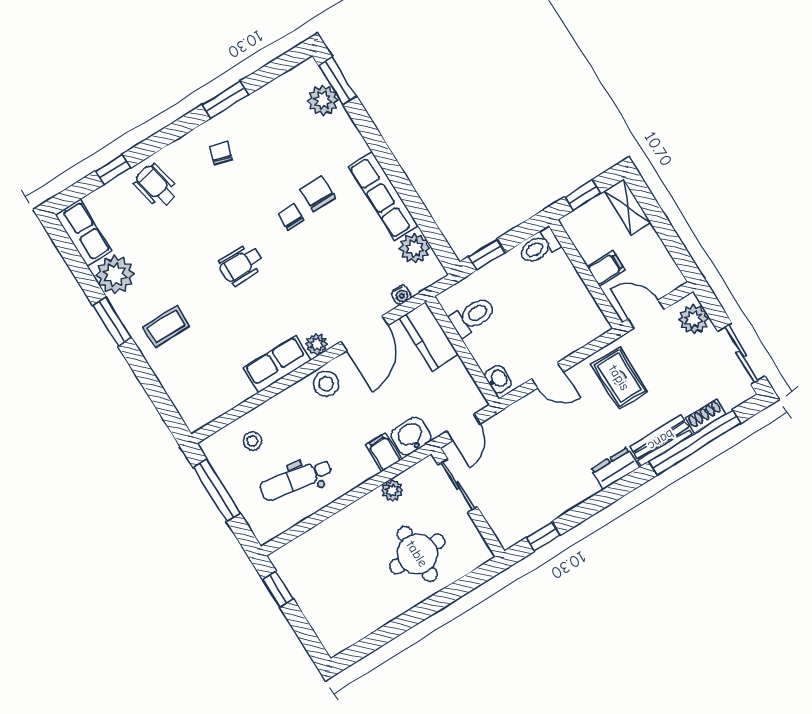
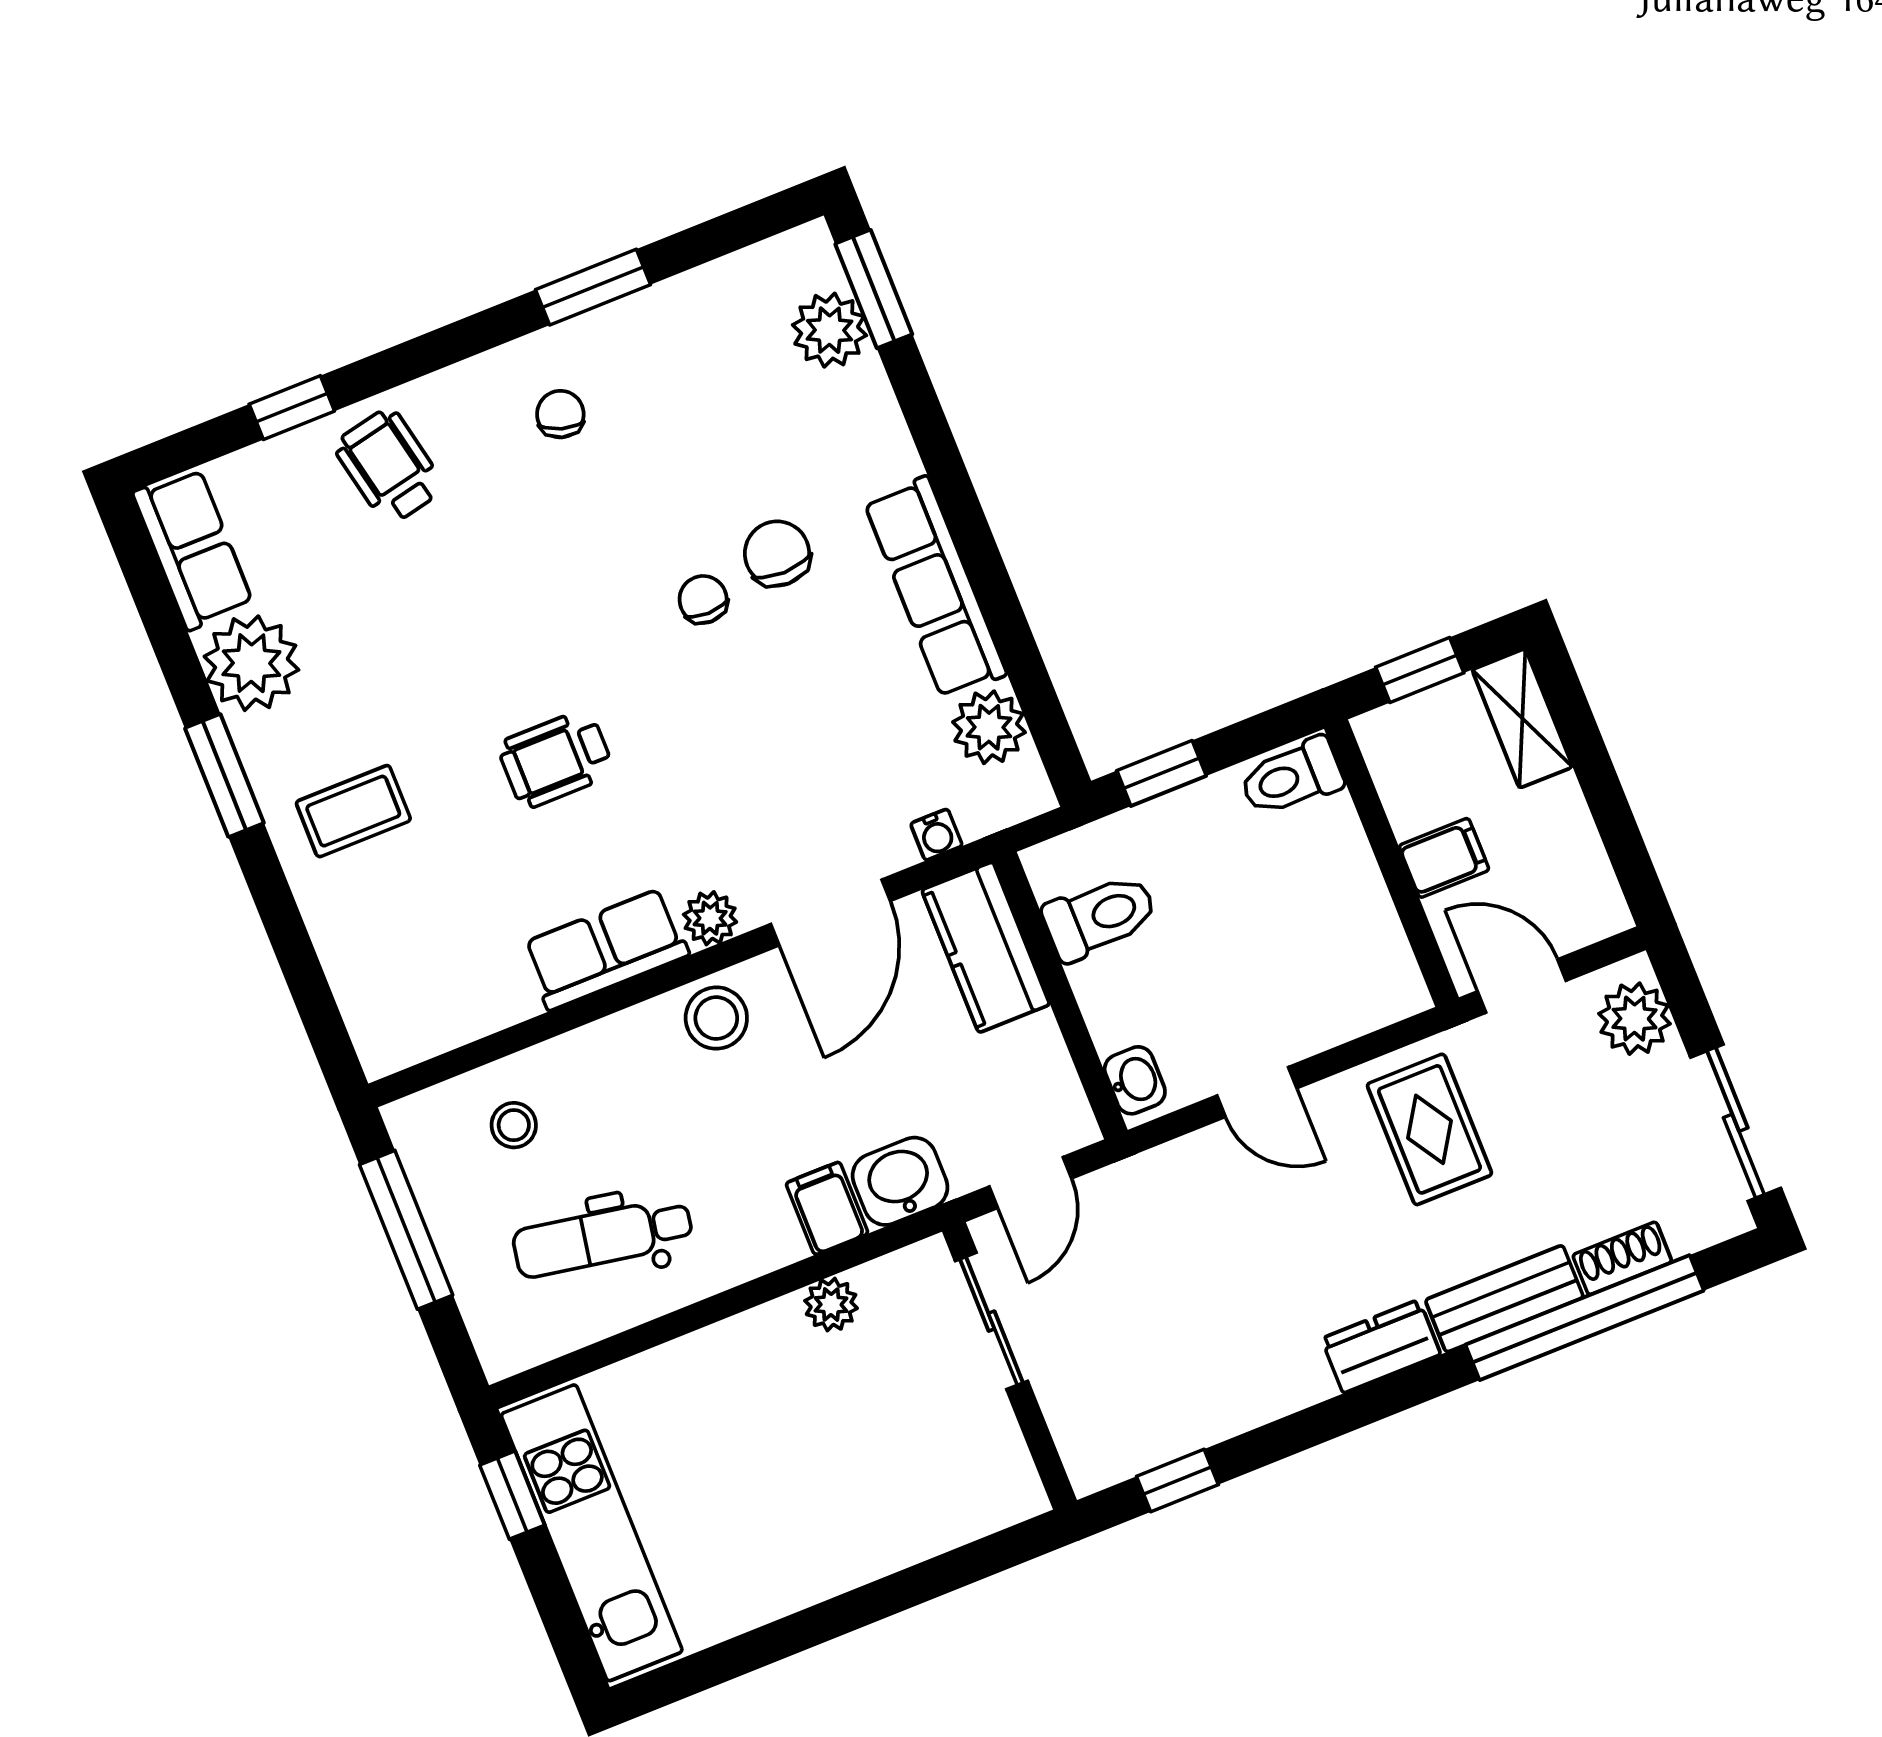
wheelchair: (241, 264) -> (556, 759), moved
round table: (417, 554) -> (865, 1470), removed
kitchen unit: (312, 599) -> (592, 1533), added

